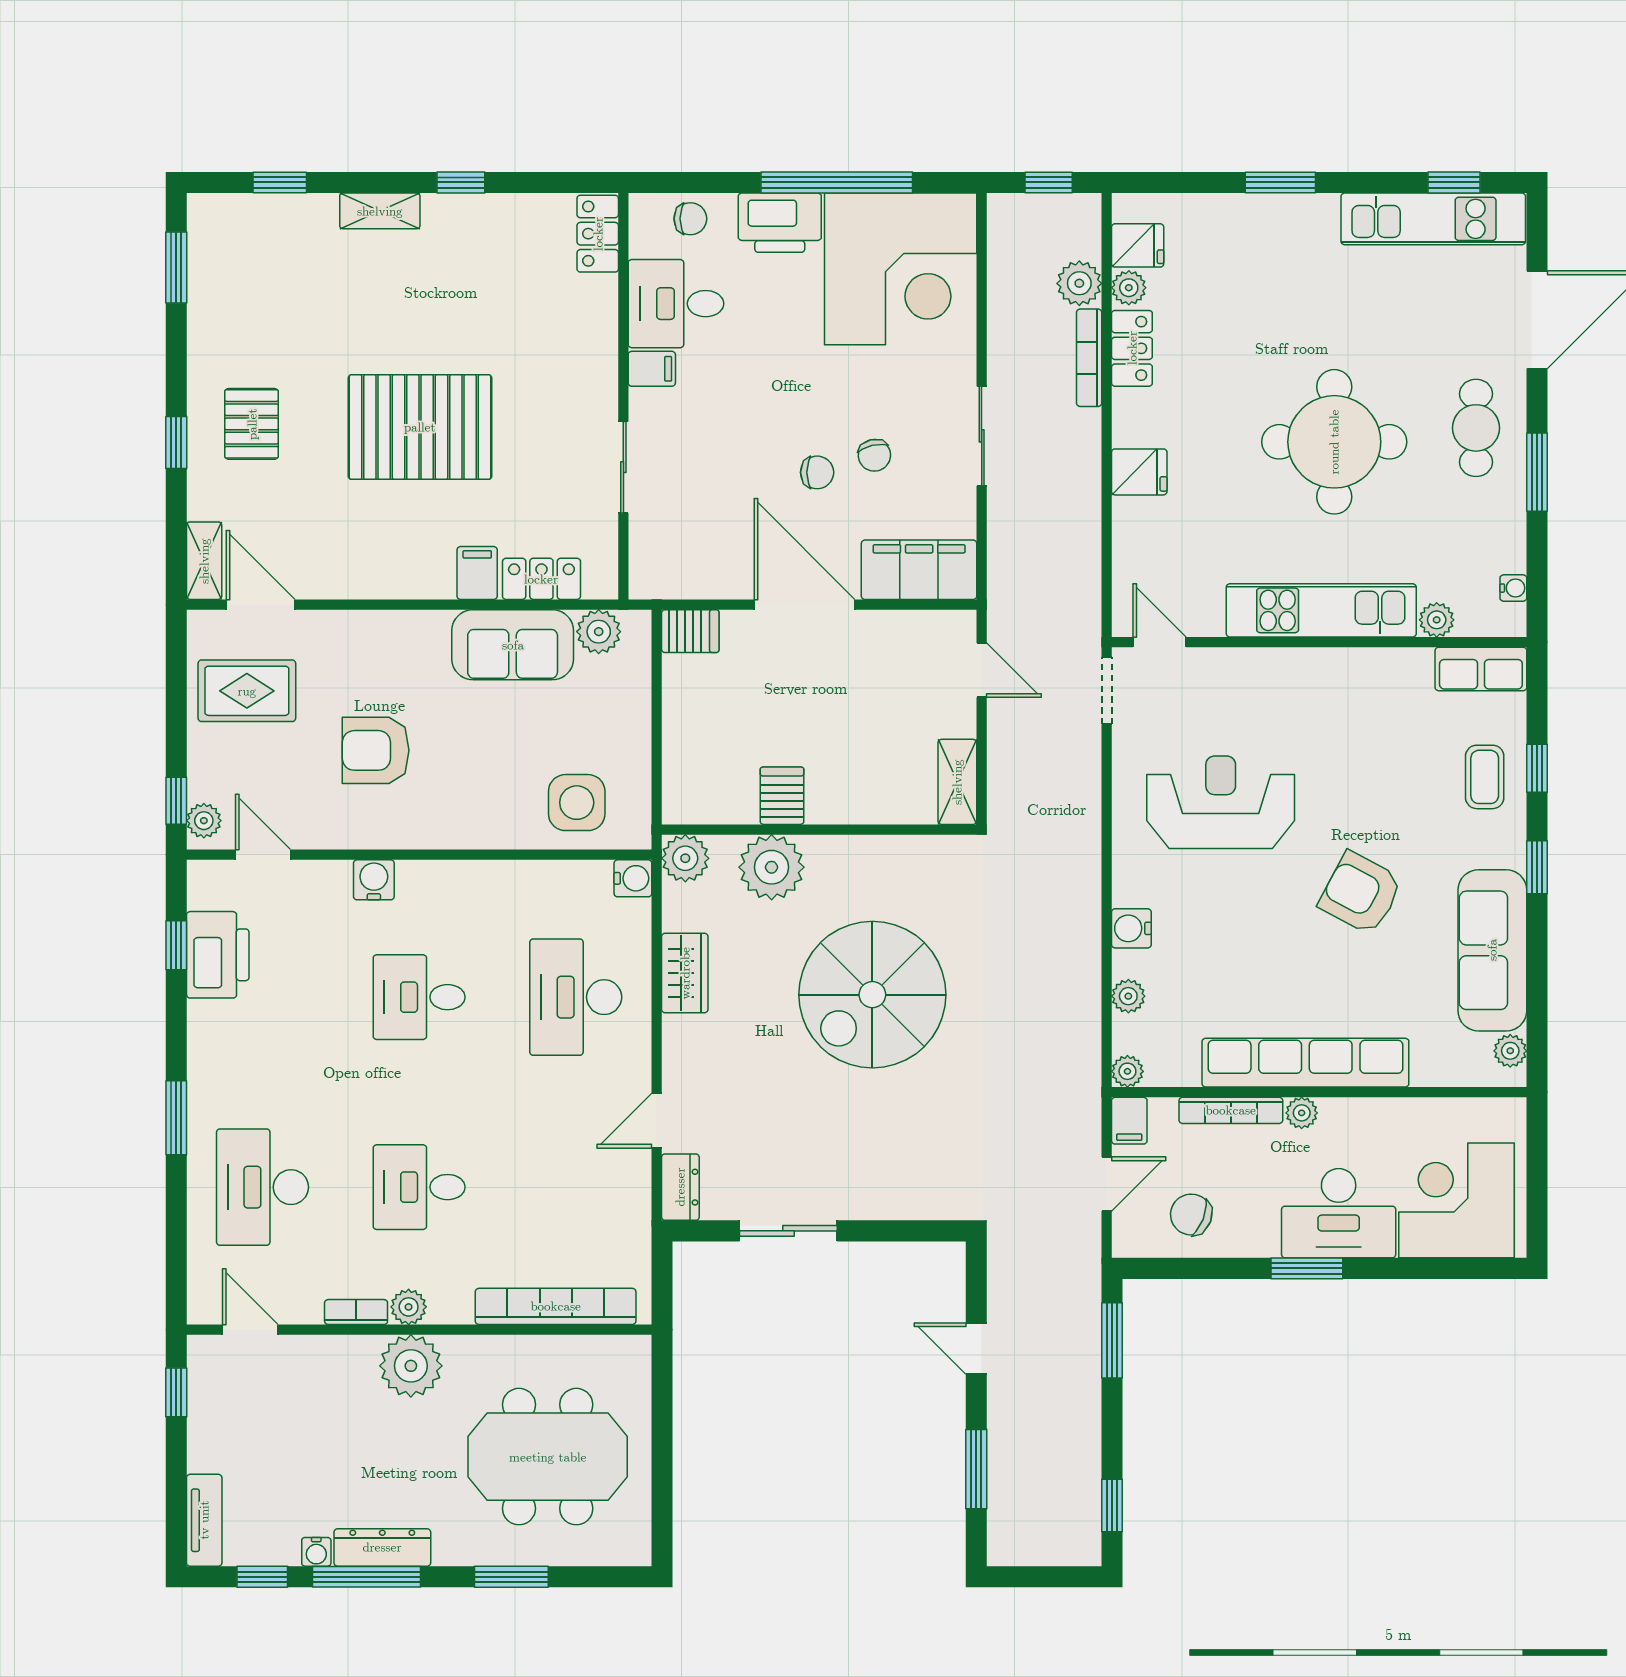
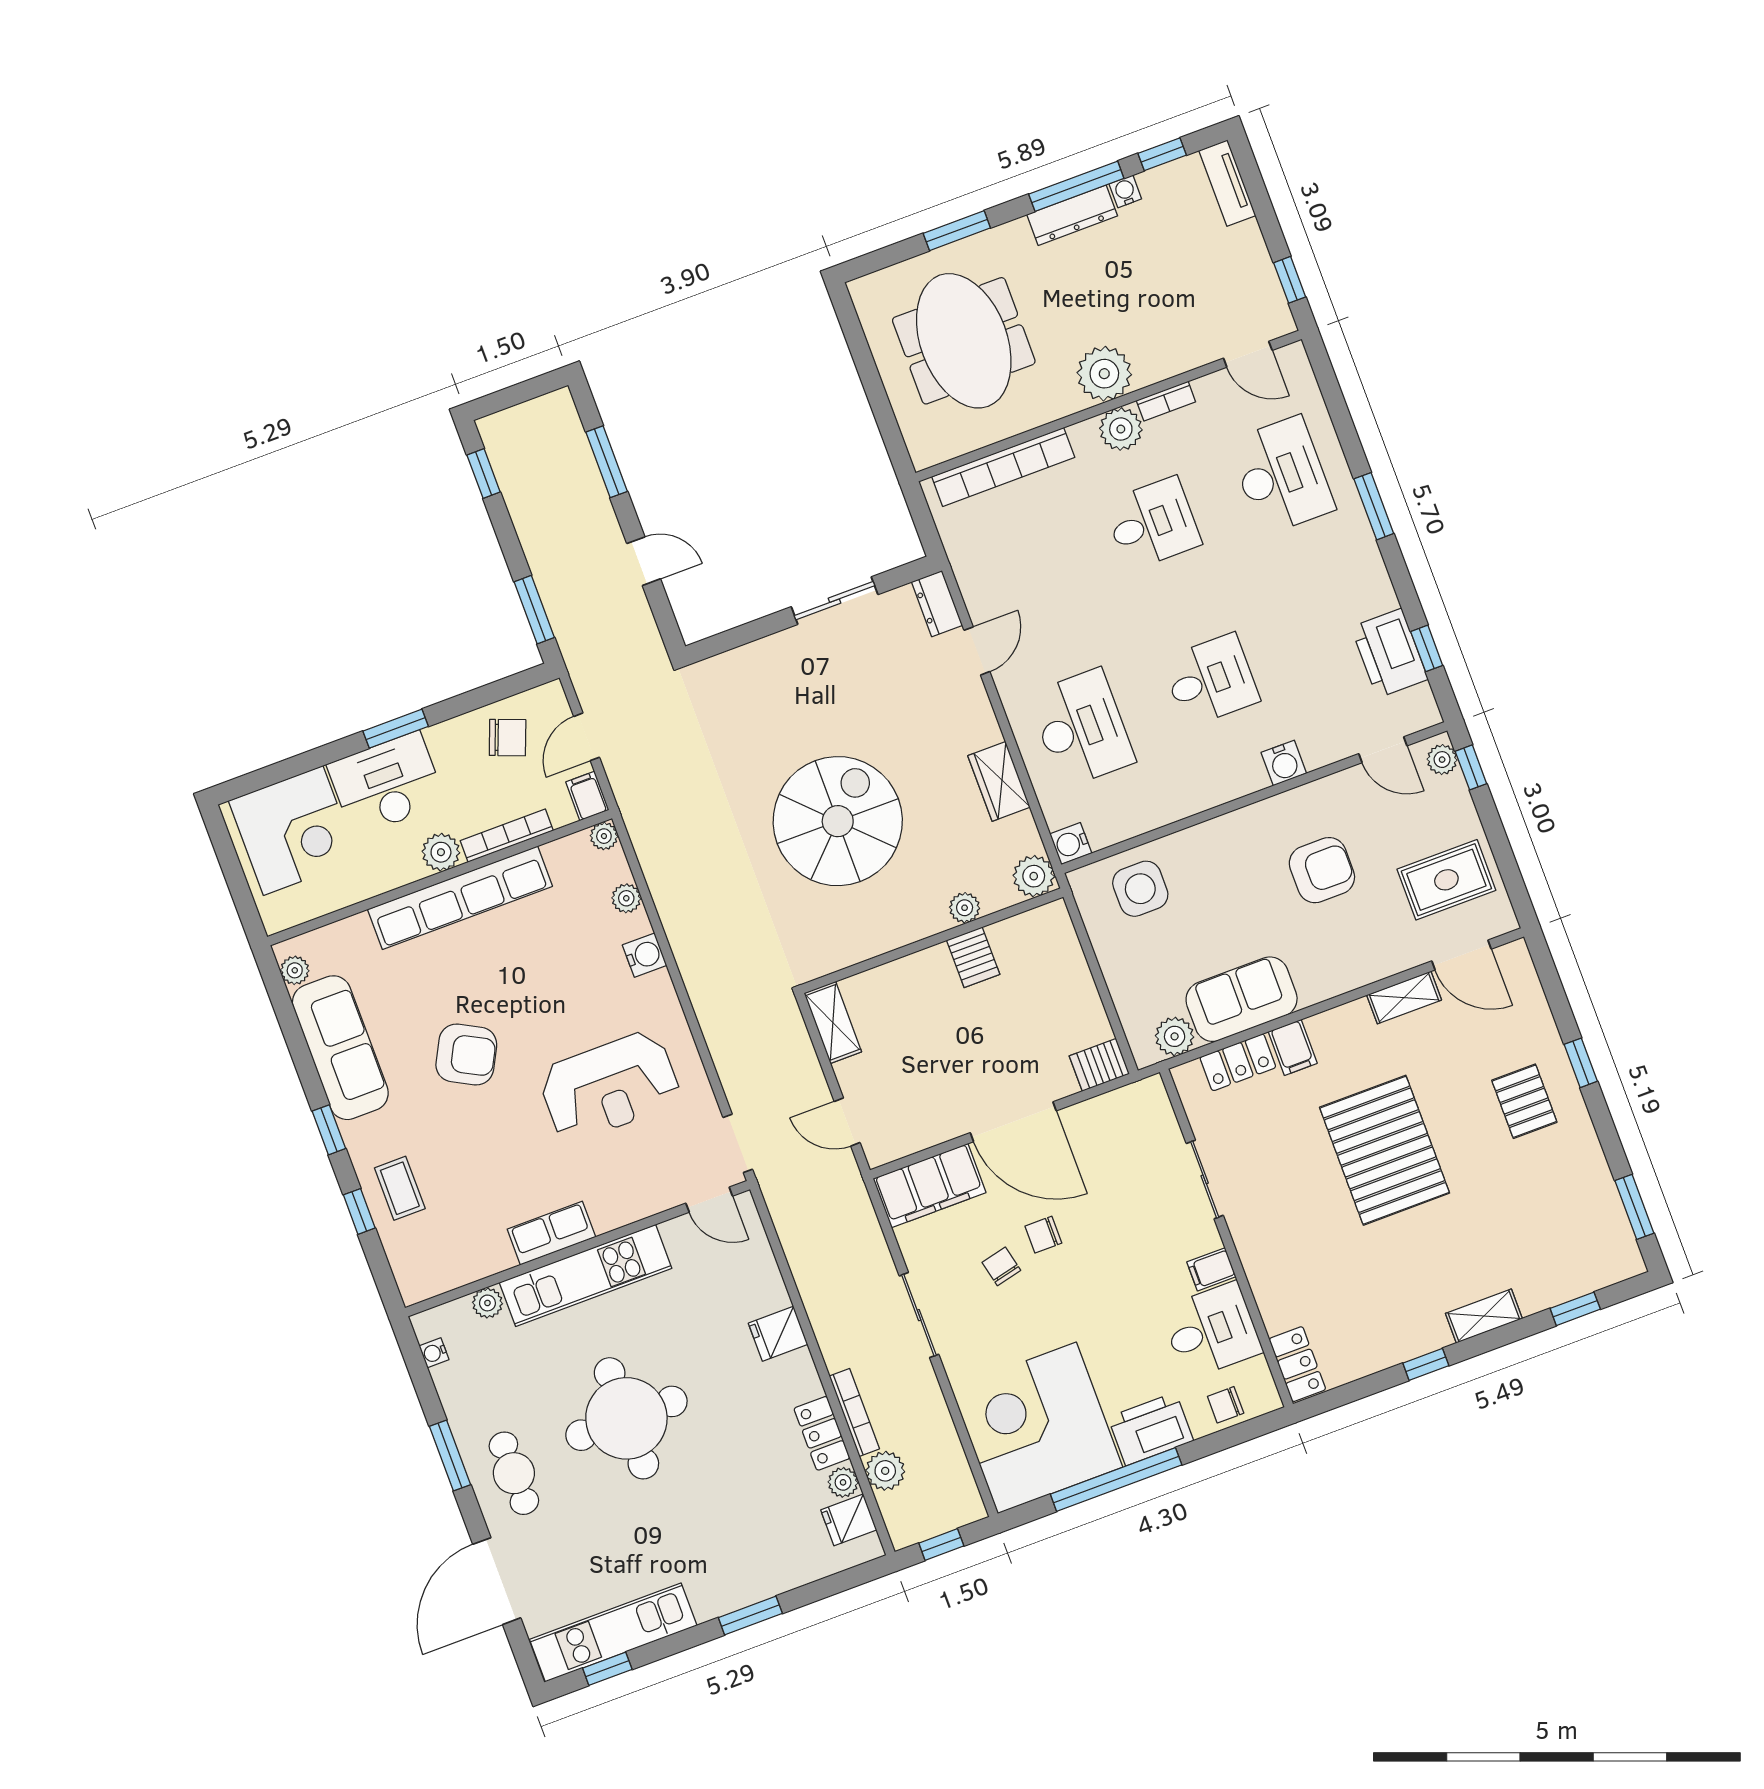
pallet: (420, 427) -> (1385, 1150), turned 90
shelving: (204, 561) -> (1404, 998), moved, turned 90
row of seats: (1481, 669) -> (551, 1233), moved
plant: (772, 867) -> (965, 908), width x0.53, depth x0.53
plant: (1302, 1113) -> (441, 852), width x1.38, depth x1.38
plant: (409, 1307) -> (1121, 429), width x1.38, depth x1.38
meeting table: (548, 1457) -> (964, 341), turned 90

